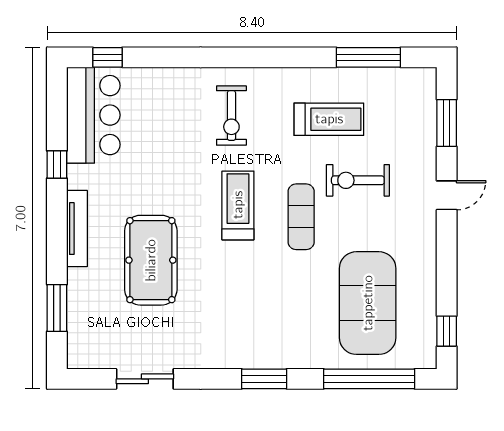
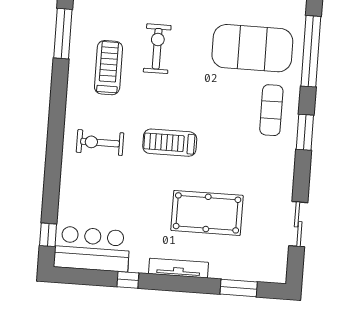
exercise bike: (231, 116) -> (100, 143), turned 180
exercise bike: (358, 180) -> (157, 49), turned 180
exercise mat: (301, 217) -> (271, 110), moved, turned 90

